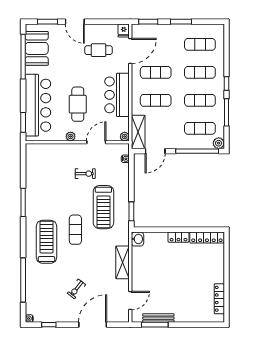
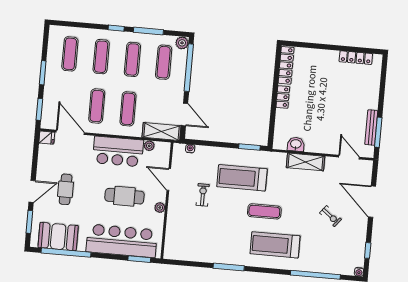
cafe table: (99, 50) -> (66, 189), moved
plant: (125, 137) -> (149, 146), moved
treadmill: (103, 207) -> (242, 178), turned 180
washbasin: (138, 239) -> (296, 144), moved

